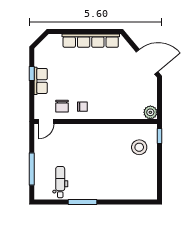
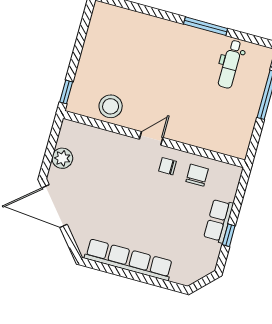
plant: (150, 112) -> (62, 158), moved
door: (46, 121) -> (151, 138), moved
stool: (139, 147) -> (111, 106), moved

